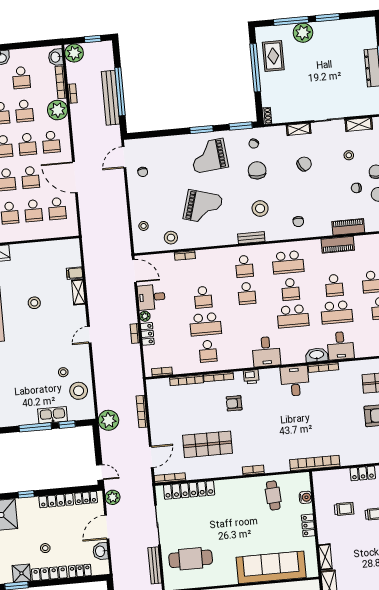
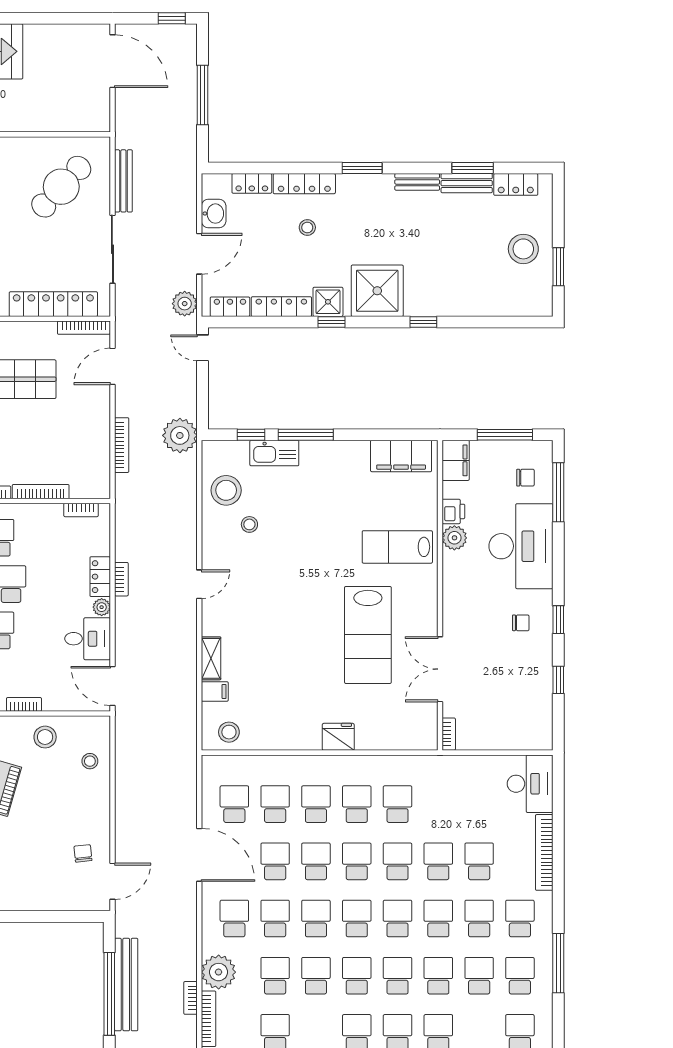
stool: (34, 303) -> (229, 732), moved
cafe table: (191, 559) -> (61, 187), turned -47
shower: (21, 573) -> (328, 302), moved

